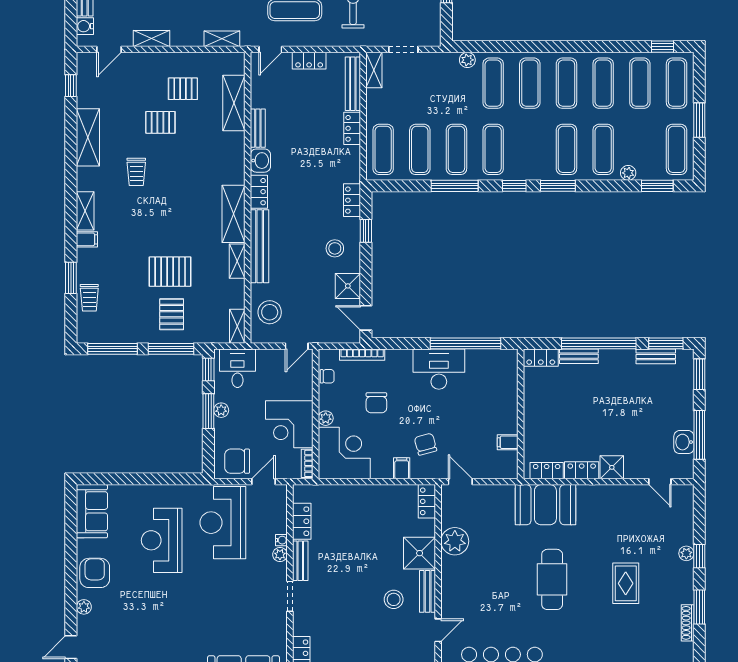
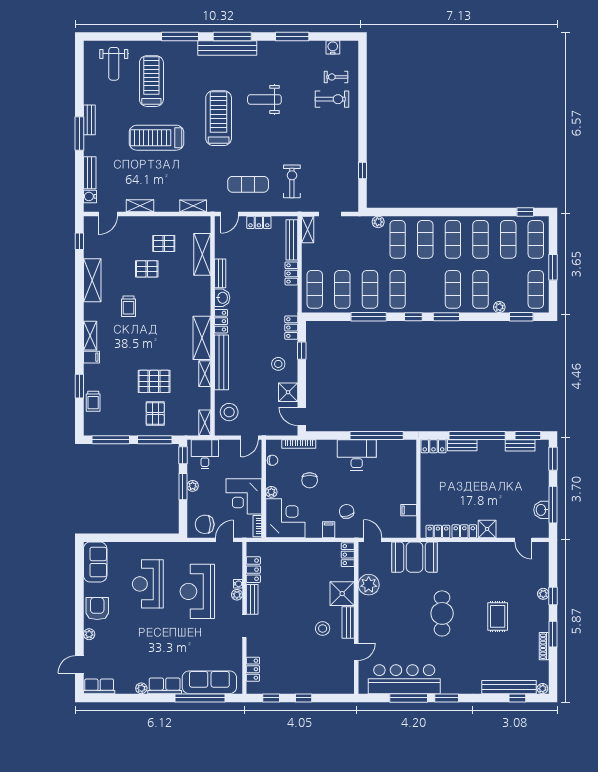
booth: (545, 505) -> (415, 557), moved
reception desk: (223, 523) -> (197, 591), moved

